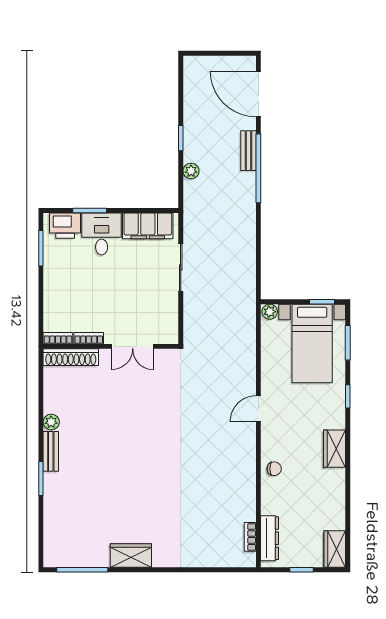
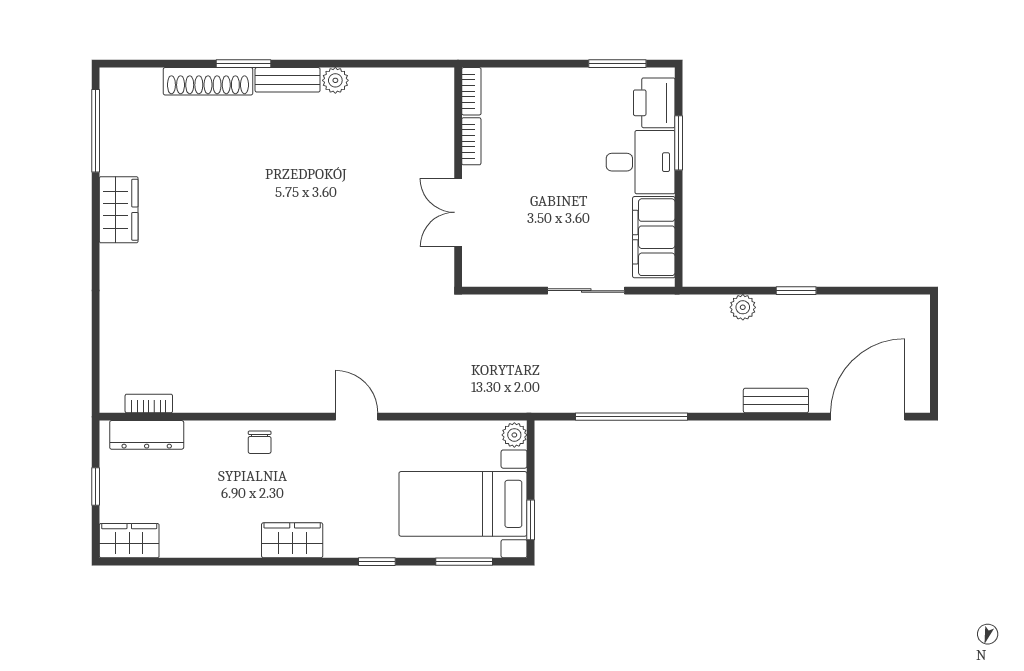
window: (258, 168) -> (632, 417), moved
shoe rack: (71, 357) -> (208, 81), moved, turned -90

